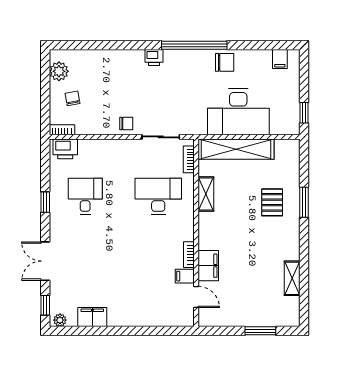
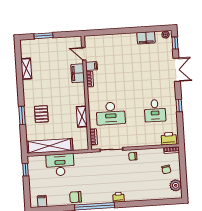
desk: (238, 112) -> (60, 165), width x0.73, depth x0.77
shelving: (236, 149) -> (50, 146), moved

